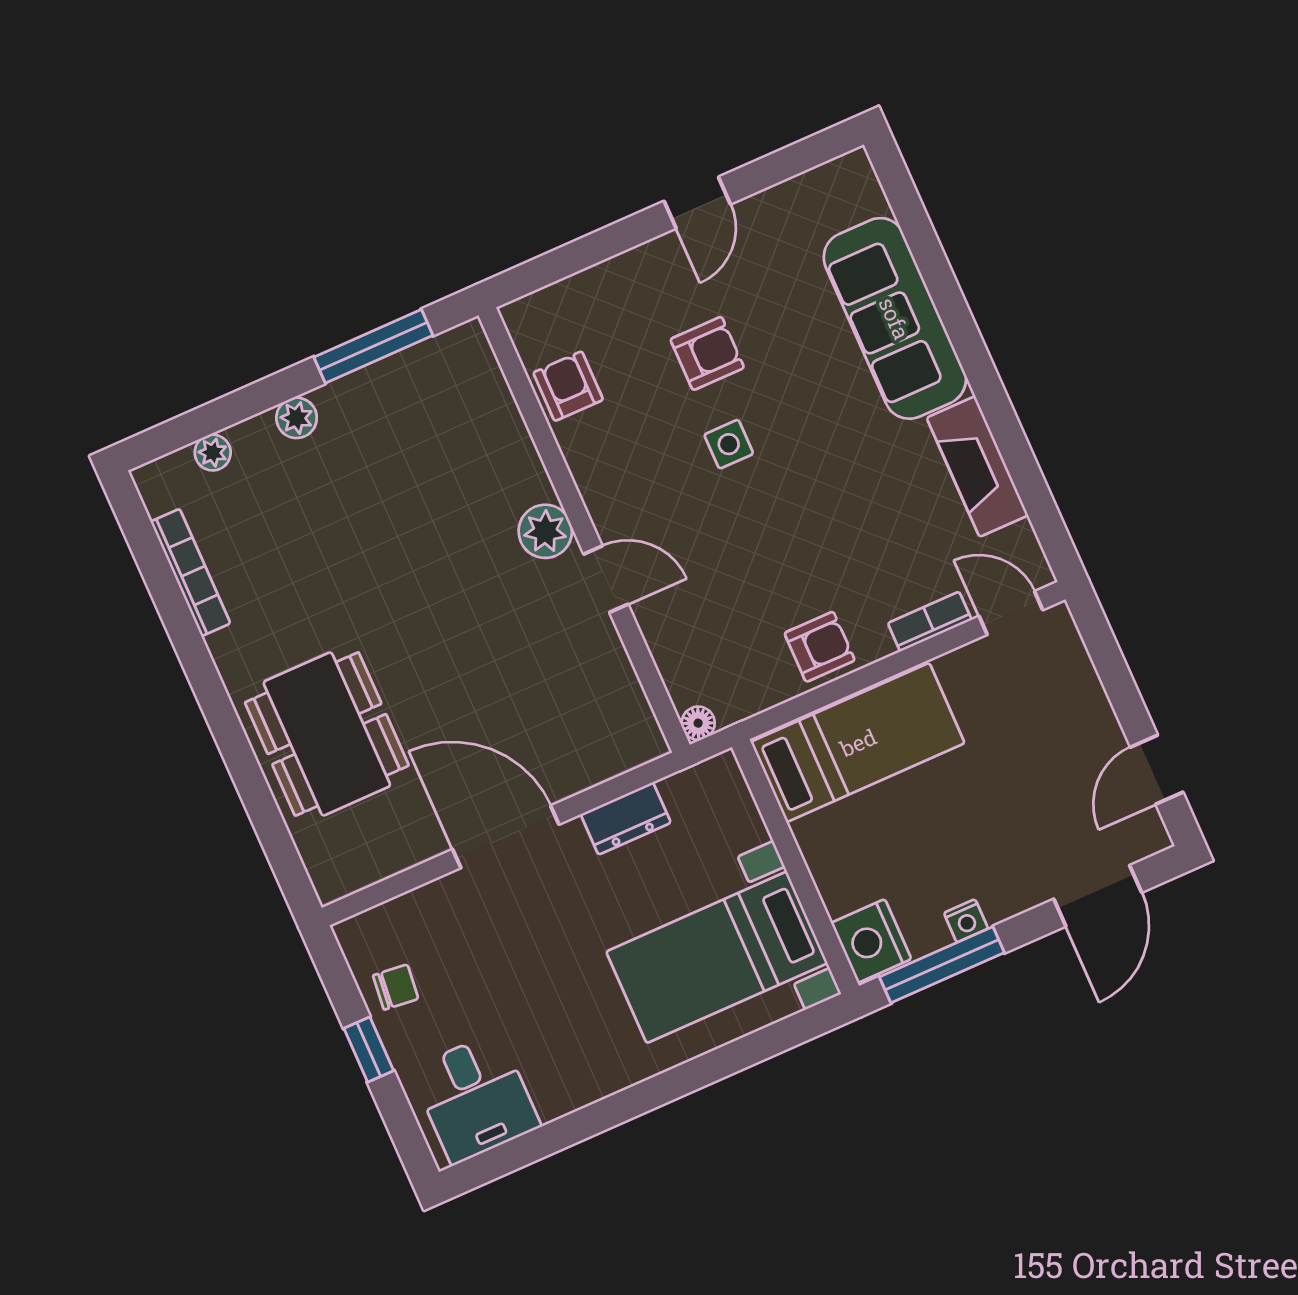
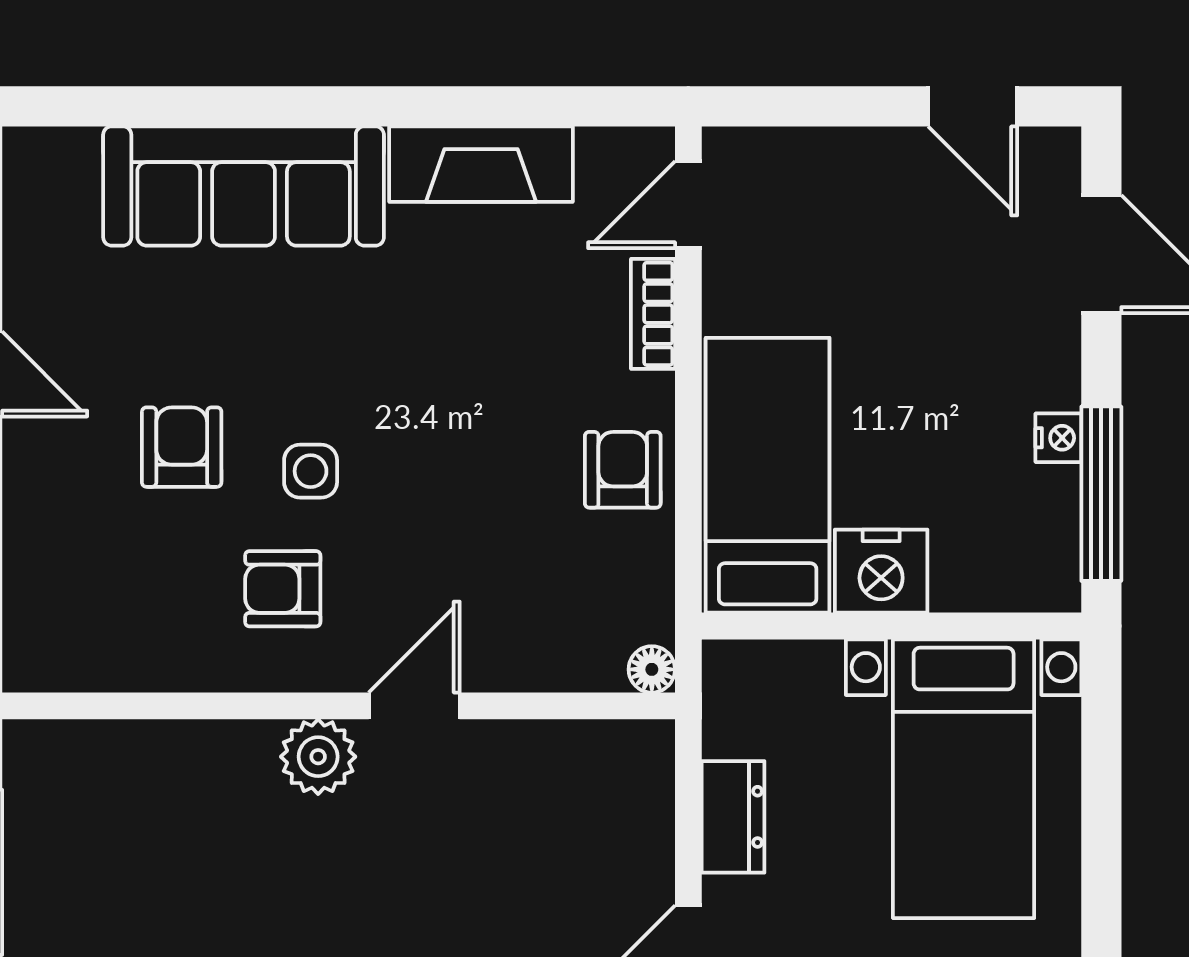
armchair: (568, 386) -> (283, 589), moved
nightstand: (871, 941) -> (881, 571), moved

